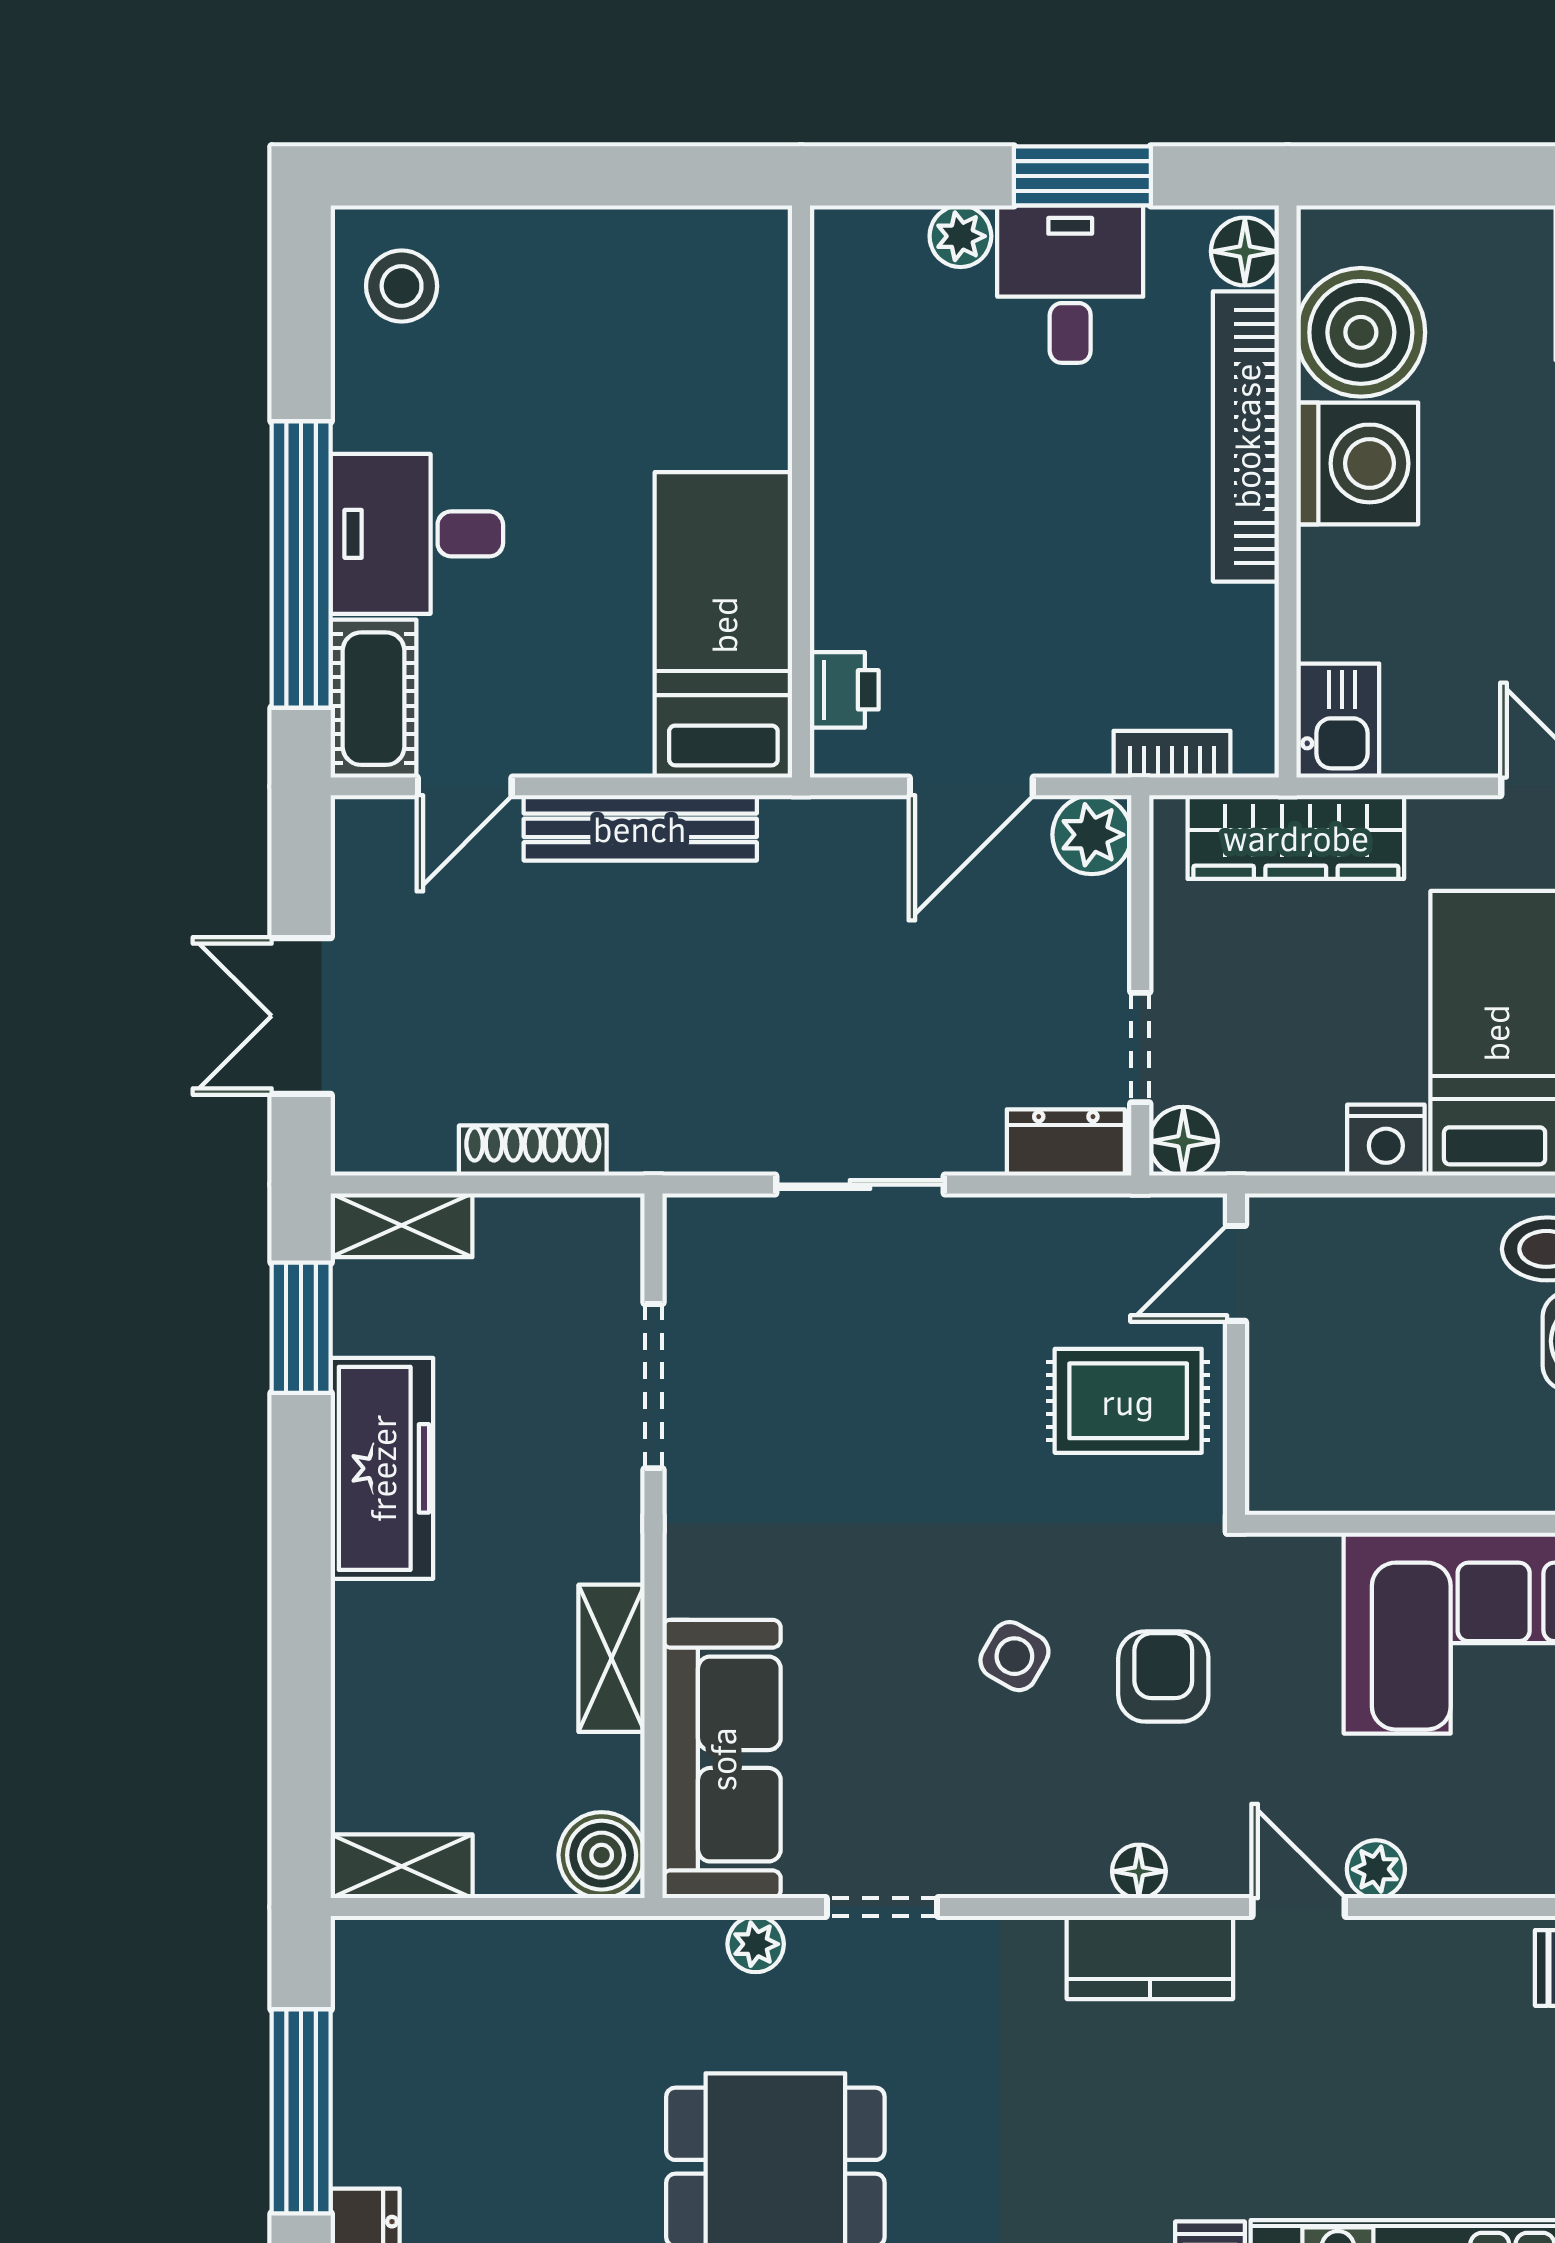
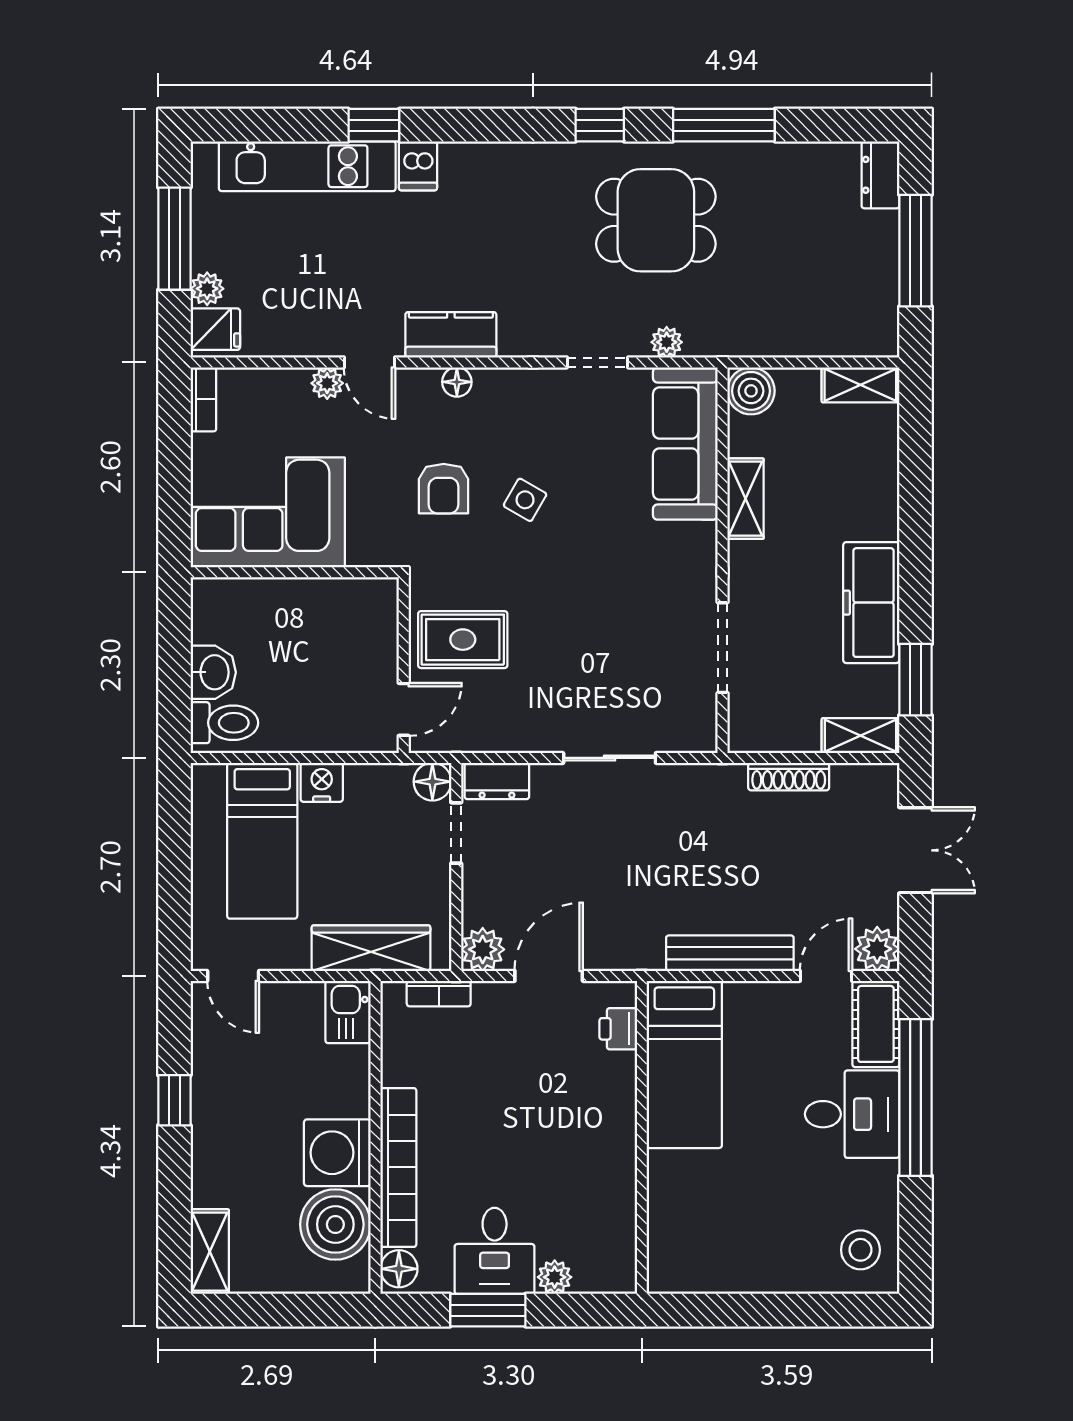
plant: (371, 836) -> (877, 949), added

